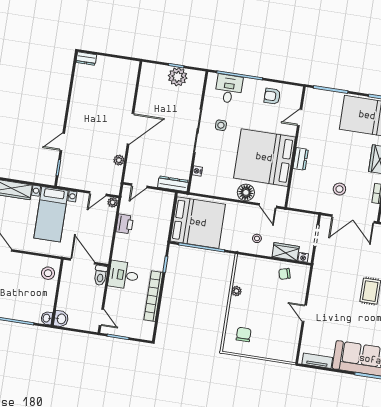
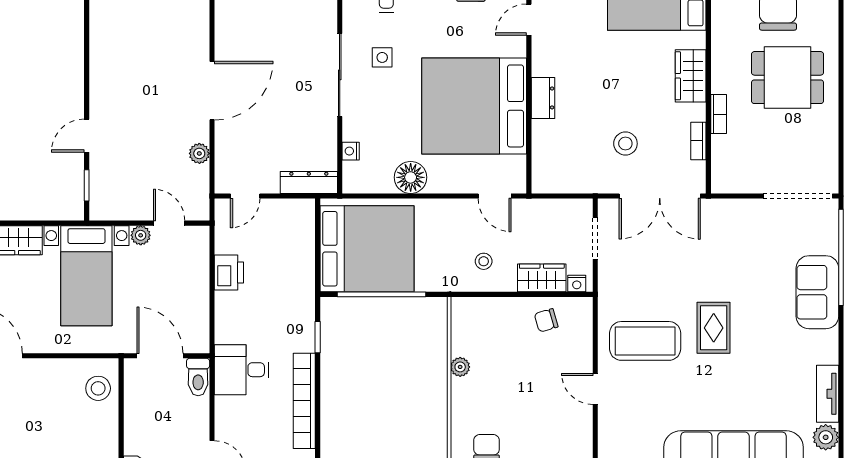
floor lamp: (246, 192) -> (411, 177), moved
door: (98, 194) -> (169, 223), swing flipped
plant: (113, 202) -> (141, 235), moved
coffee table: (334, 292) -> (645, 341), added

